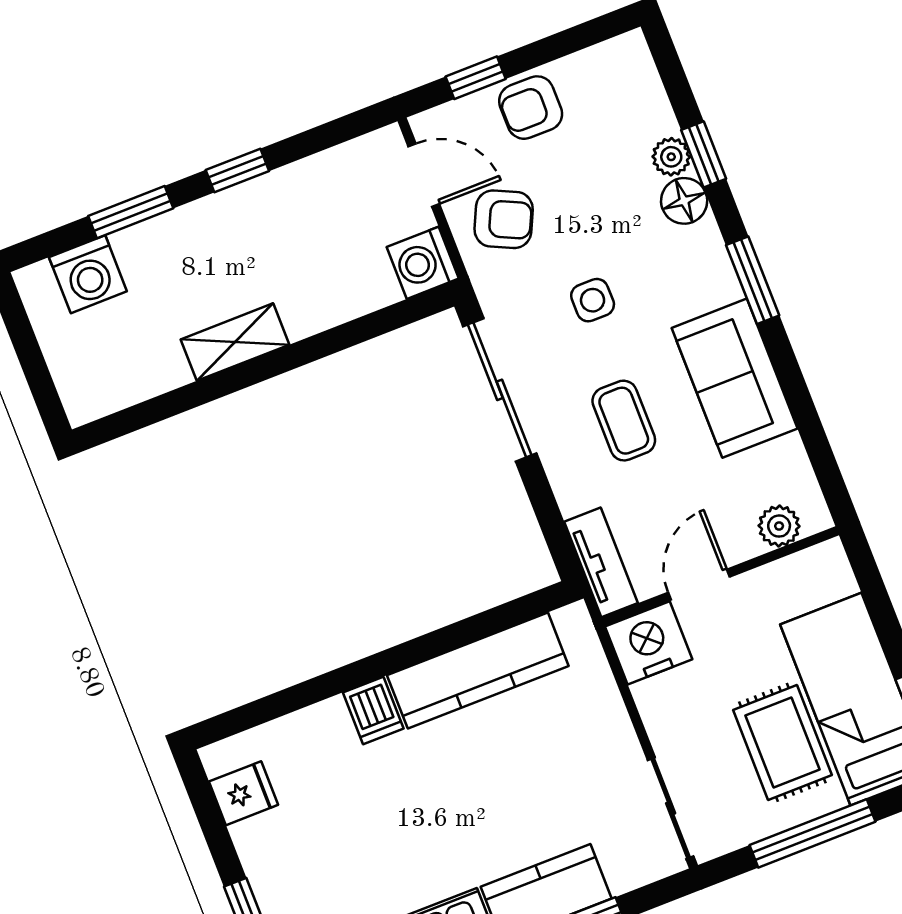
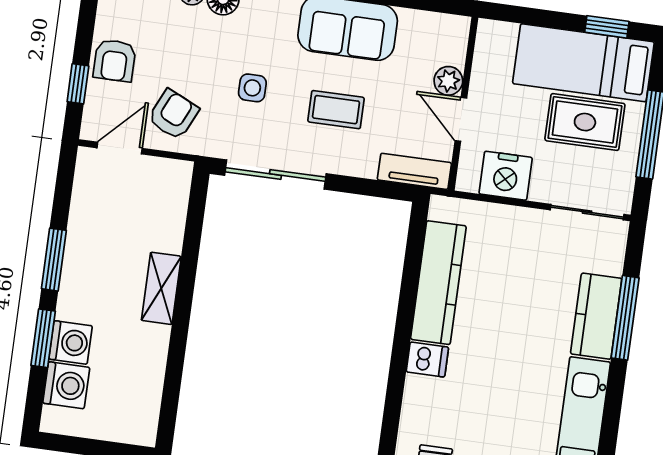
window: (237, 171) -> (54, 260), width x1.50
washing machine: (423, 263) -> (71, 342), moved, turned -90
shelving: (235, 342) -> (161, 288), moved
plant: (779, 526) -> (448, 81), moved
nightstand: (649, 643) -> (506, 176), moved, turned -90

